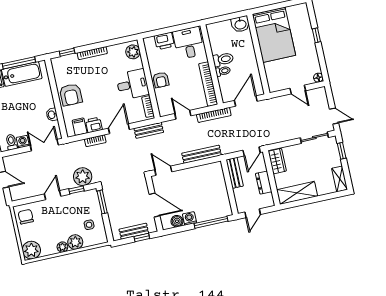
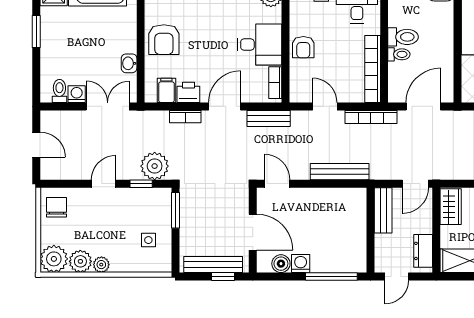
dresser: (264, 183) -> (423, 251), moved
bench: (134, 231) -> (213, 264), width x1.36
plant: (75, 242) -> (80, 261), moved

